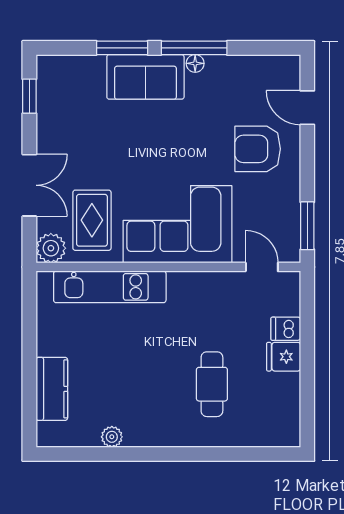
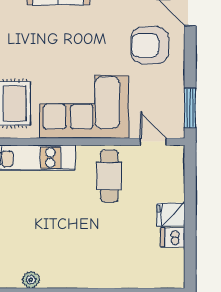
dishwasher: (286, 329) -> (173, 237), moved
cafe table: (212, 384) -> (109, 176), moved

